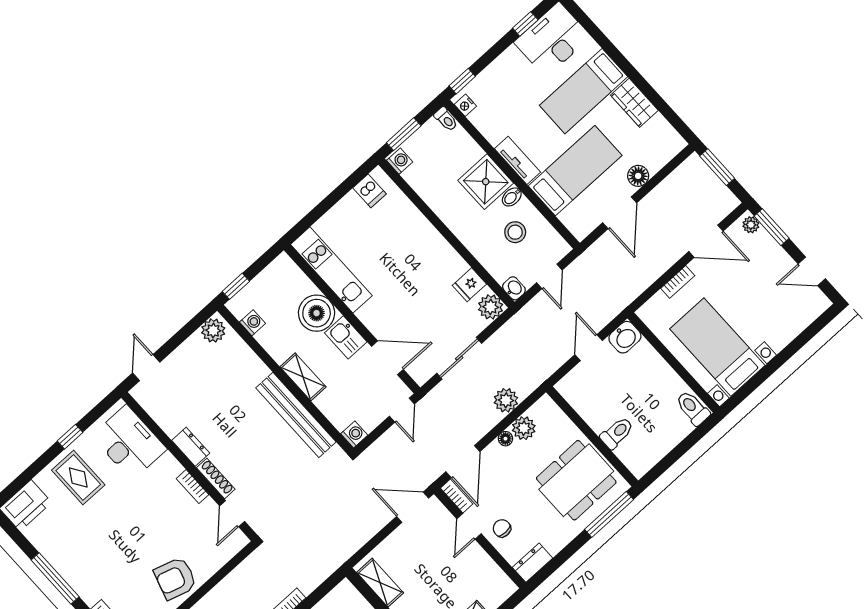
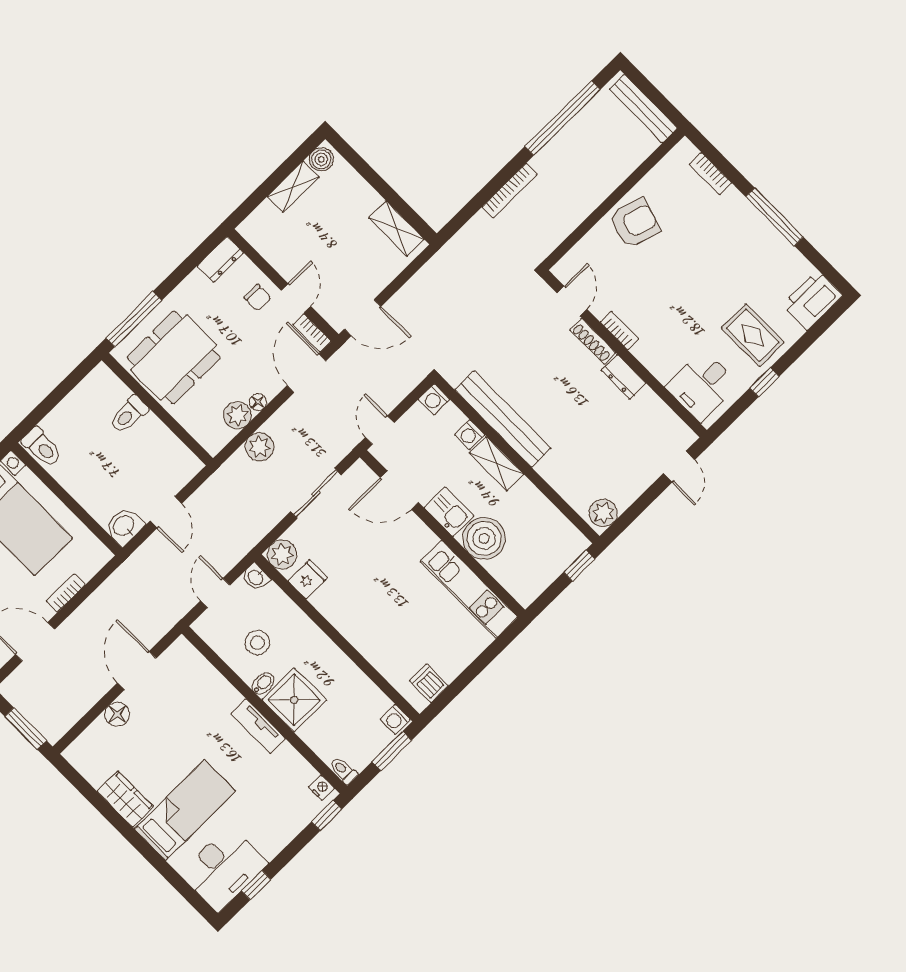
bed: (575, 171) -> (191, 717), removed
washing machine: (252, 323) -> (470, 435), moved
desk: (129, 442) -> (702, 385), width x0.73

